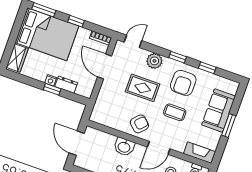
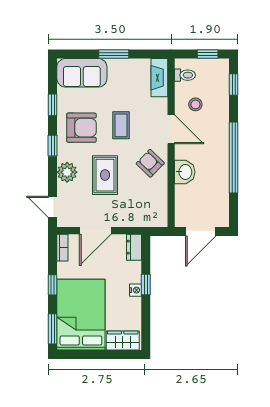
dresser: (66, 85) -> (134, 247), moved
sofa: (219, 111) -> (82, 73), moved

